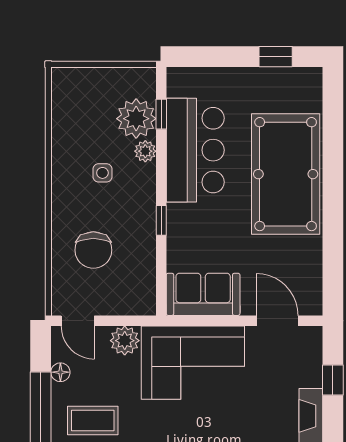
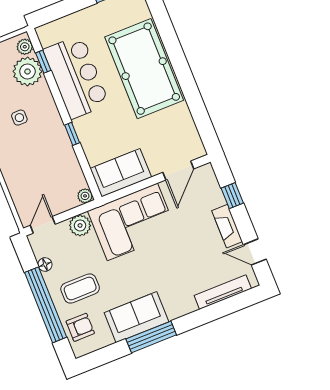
plant: (145, 151) -> (25, 47), moved
chair: (93, 250) -> (34, 172), removed
plant: (146, 306) -> (85, 196), added
door: (78, 321) -> (43, 225), swing flipped
door: (277, 321) -> (178, 171), swing flipped

